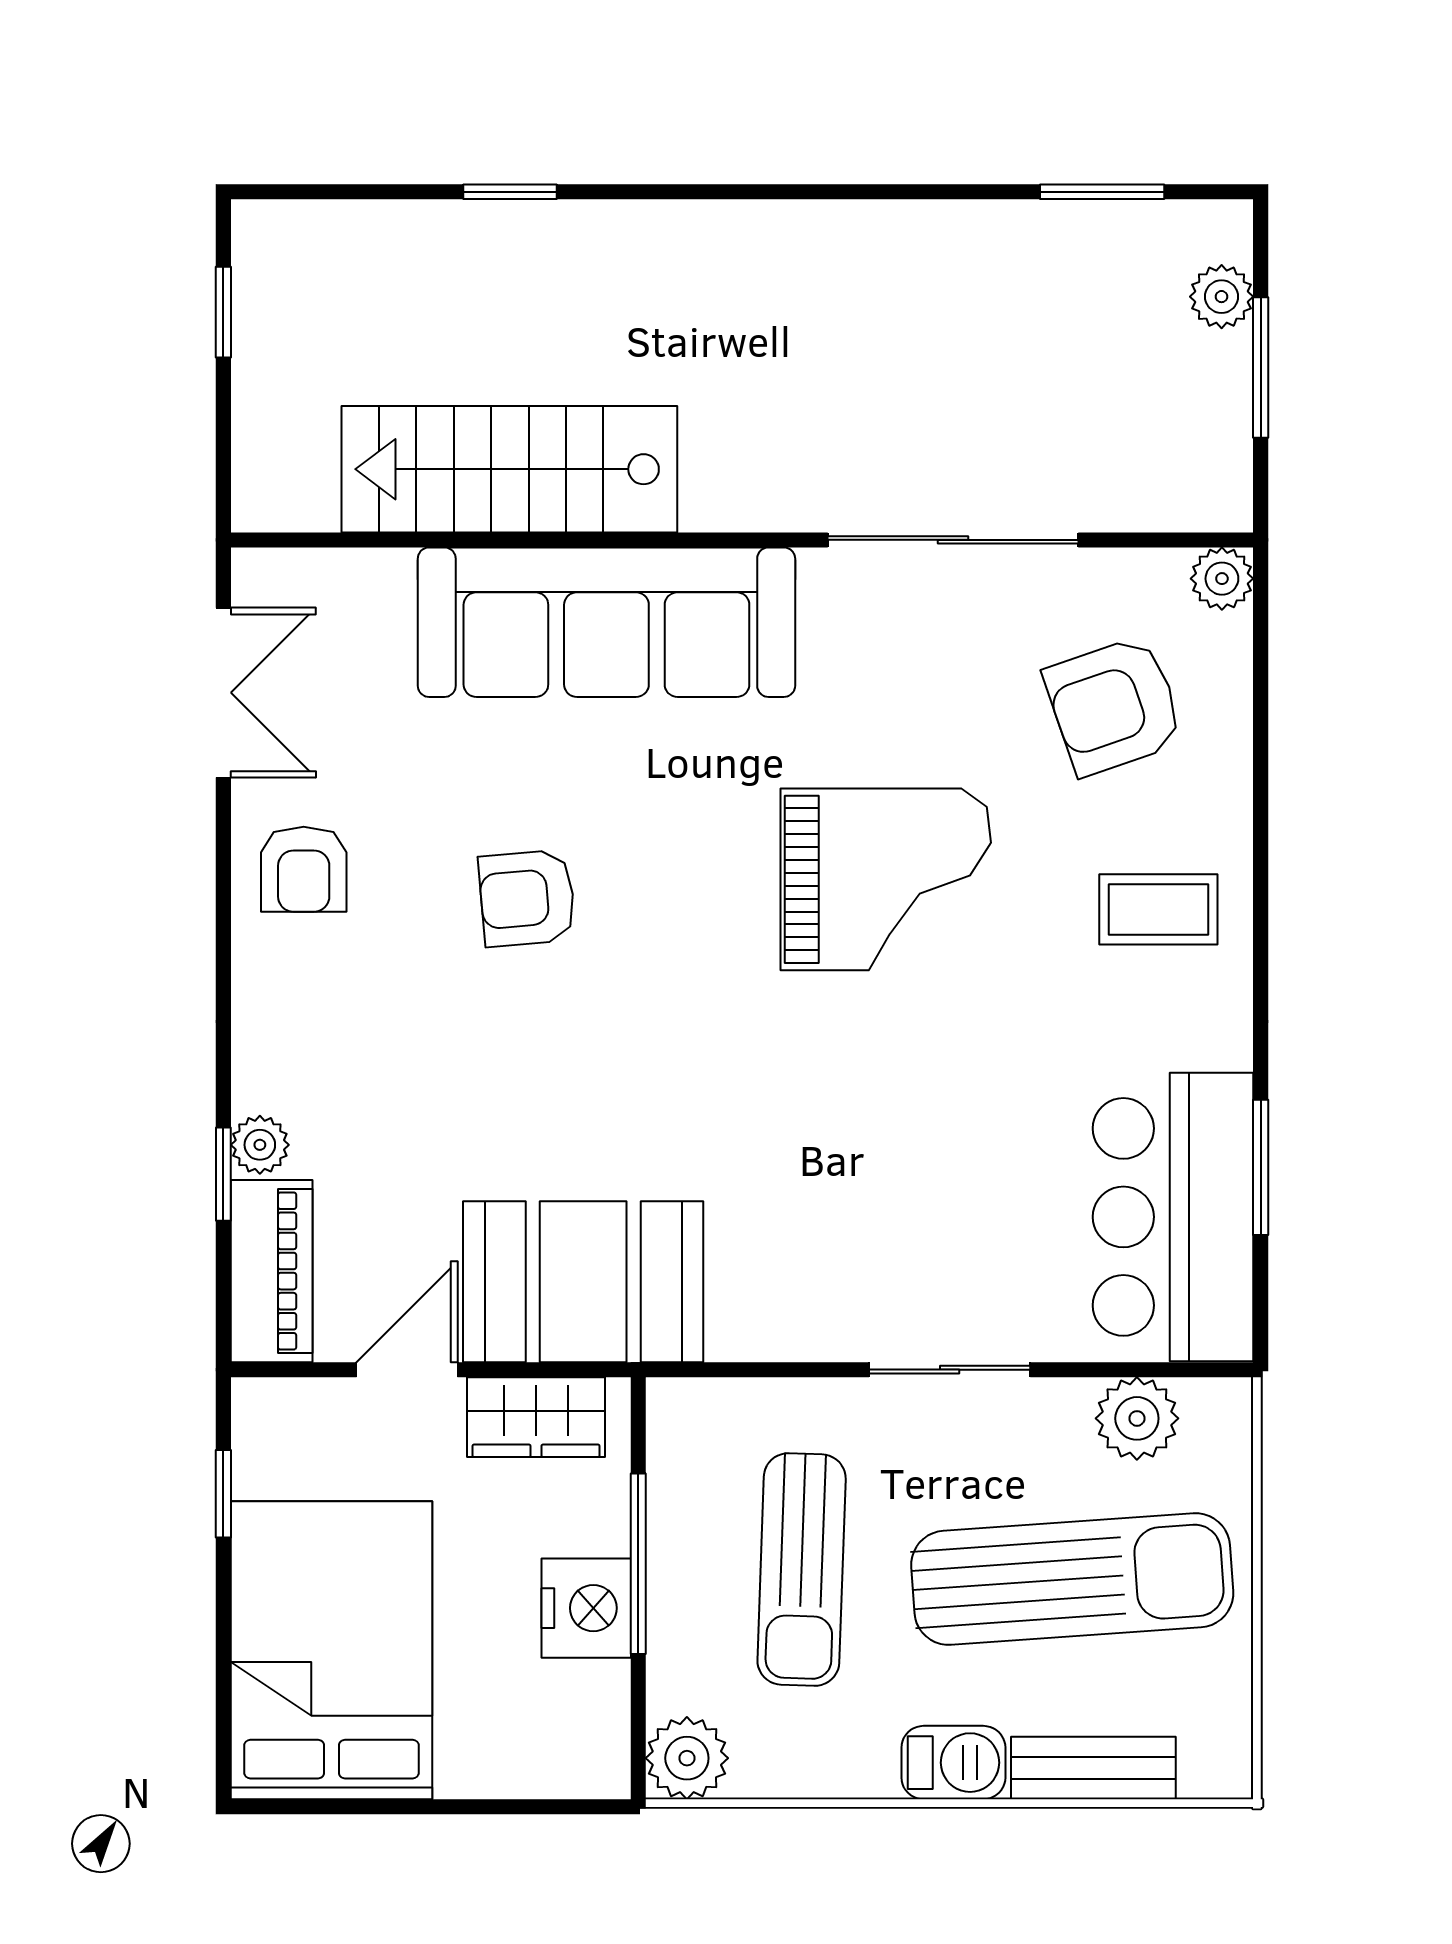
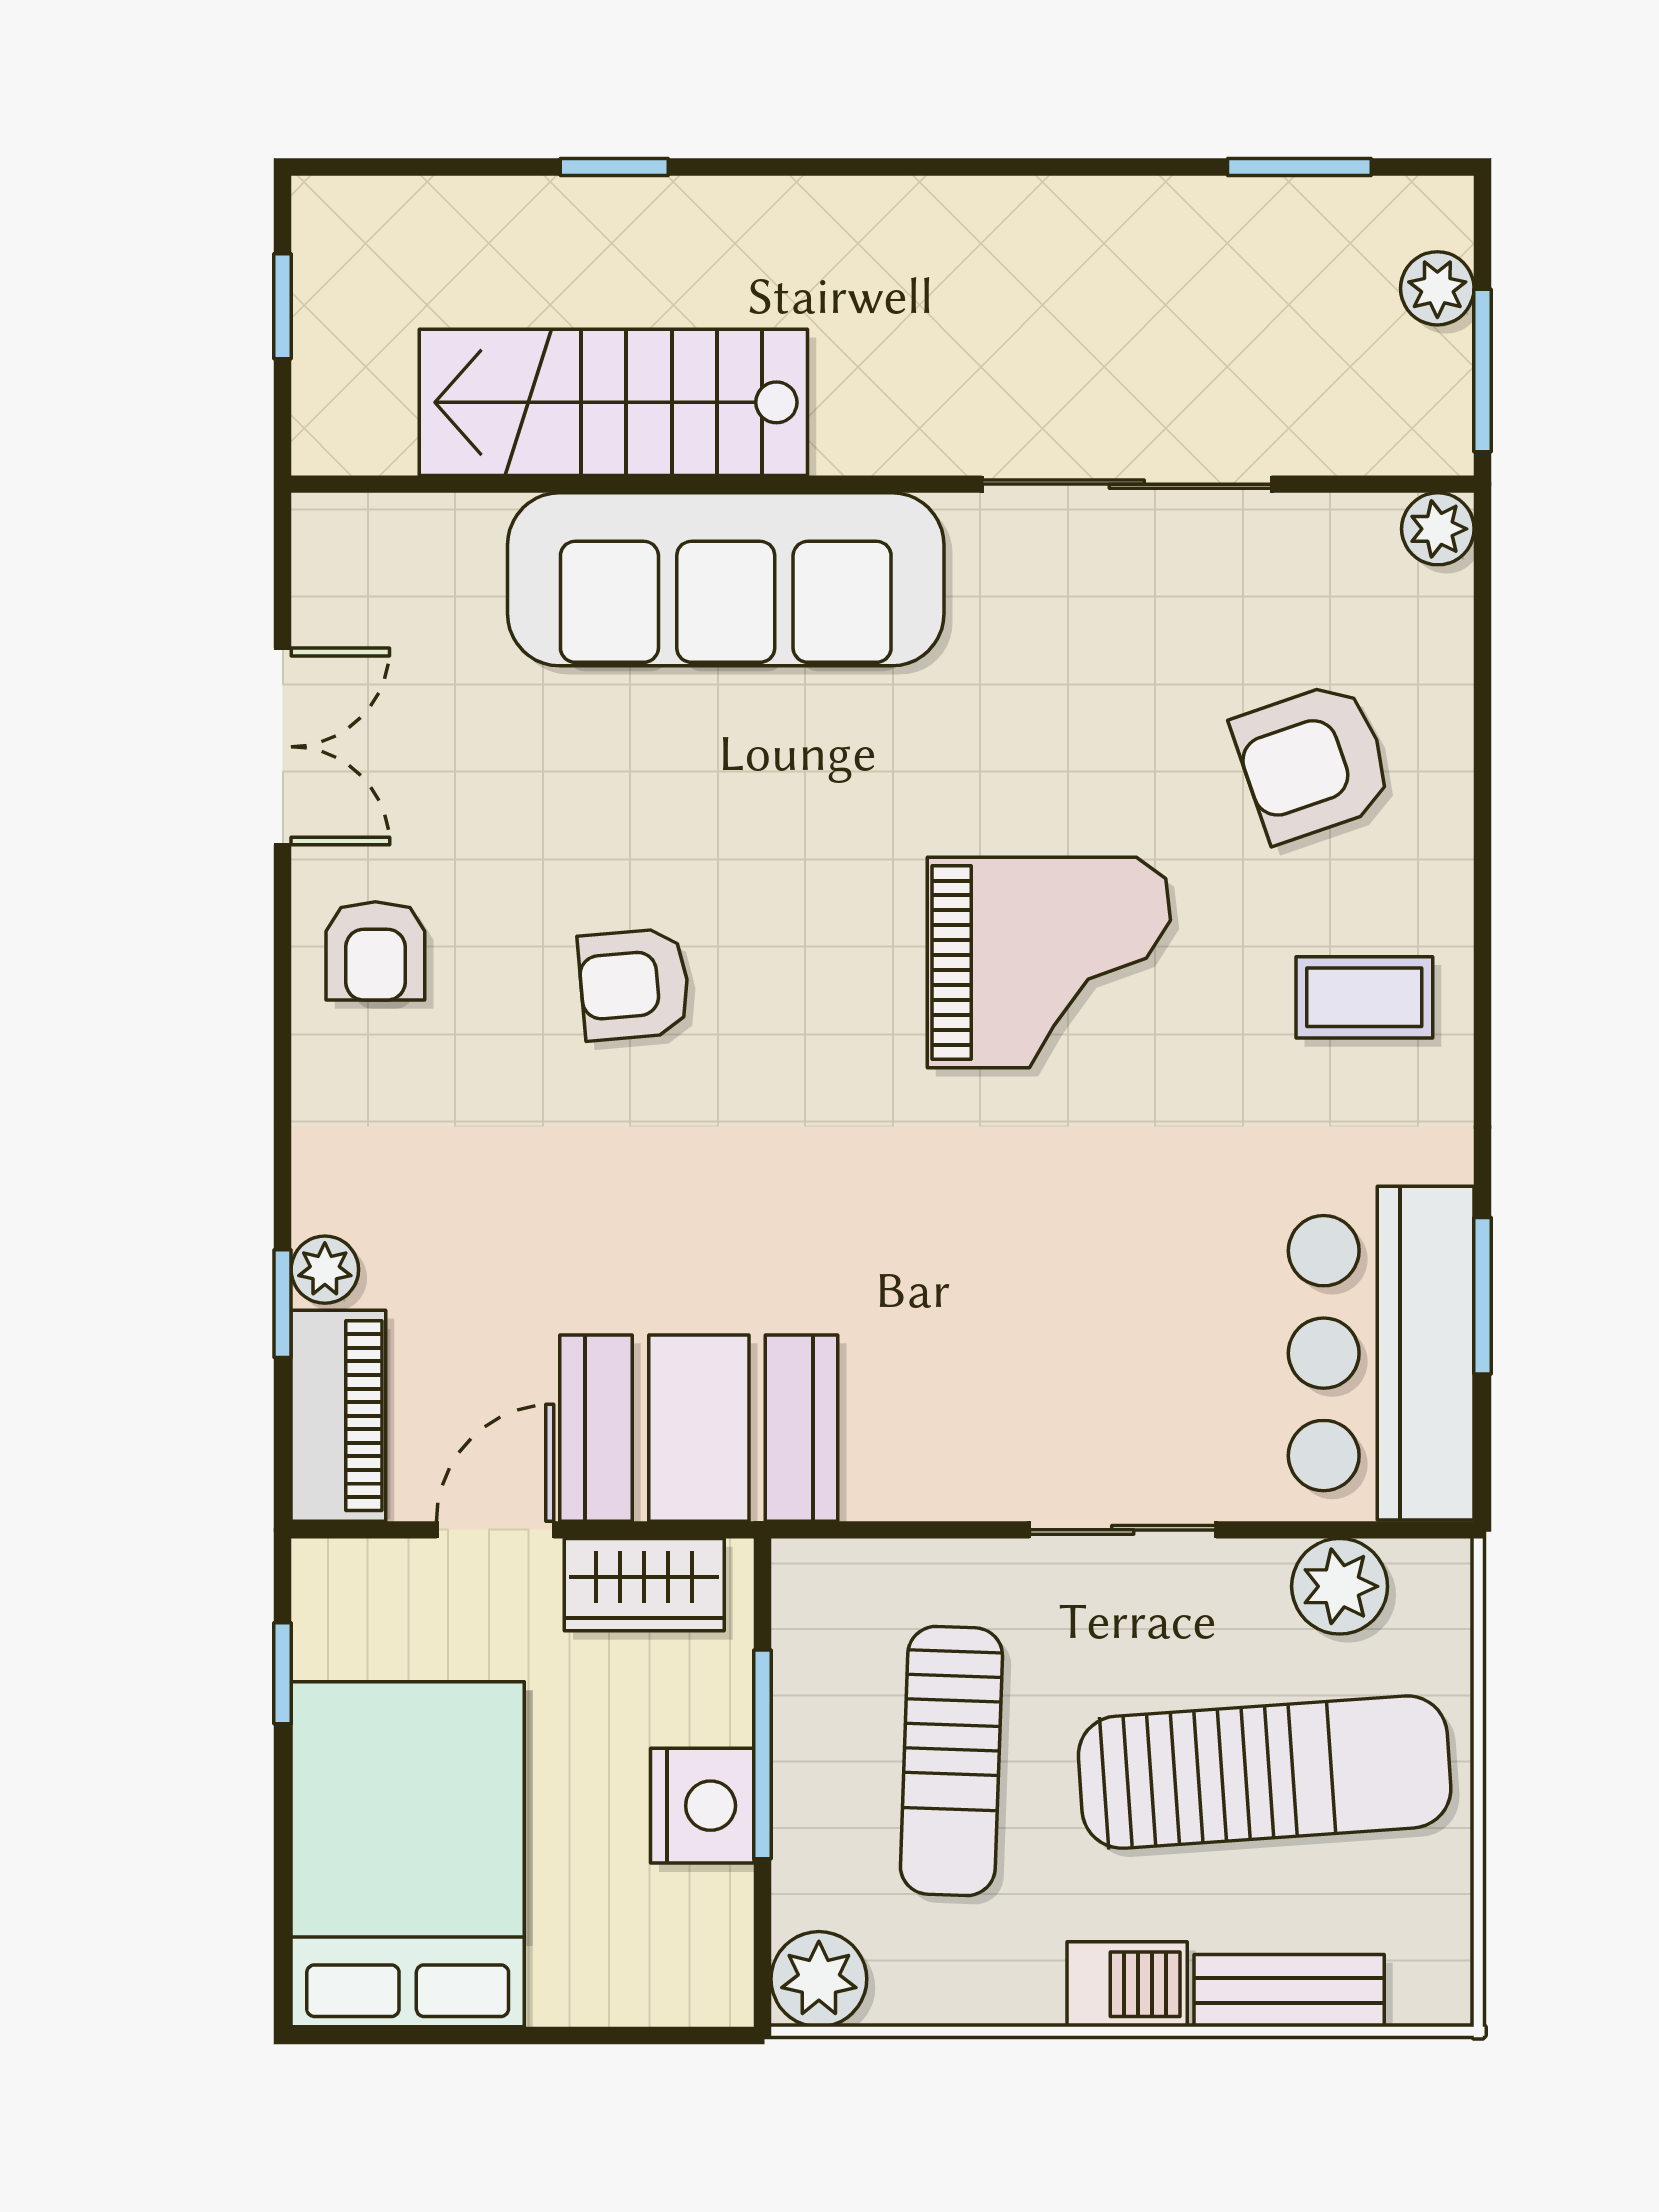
stairs: (509, 469) -> (613, 402), moved
wall: (742, 540) -> (883, 484), moved
sliding door: (953, 540) -> (1127, 484), moved
plant: (1222, 579) -> (1438, 529), moved
sofa: (606, 622) -> (726, 579), moved

